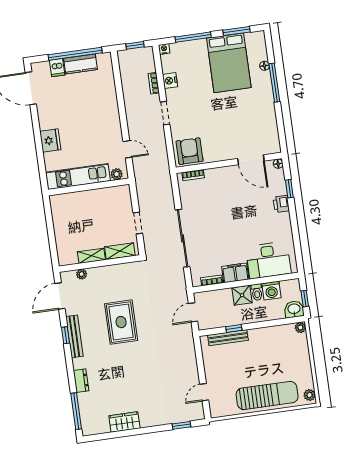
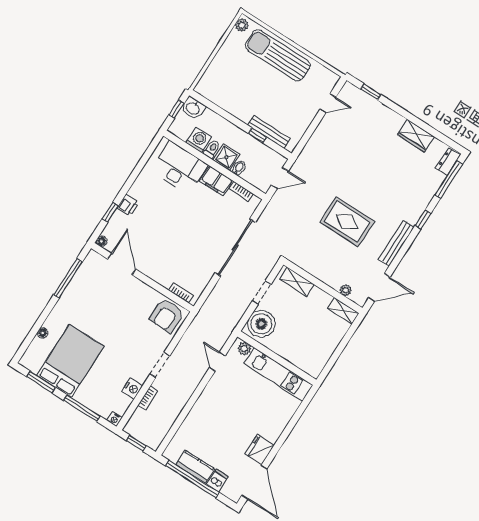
window: (274, 83) -> (68, 278), moved
fridge: (50, 140) -> (260, 450), moved
boiler: (120, 201) -> (261, 324), added
shelving: (91, 256) -> (343, 311), moved
bidet: (227, 295) -> (239, 168), added
rug: (121, 322) -> (347, 222), turned 90
plant: (300, 327) -> (201, 88), removed
window: (65, 335) -> (423, 219), moved
dresser: (81, 381) -> (448, 162), moved

